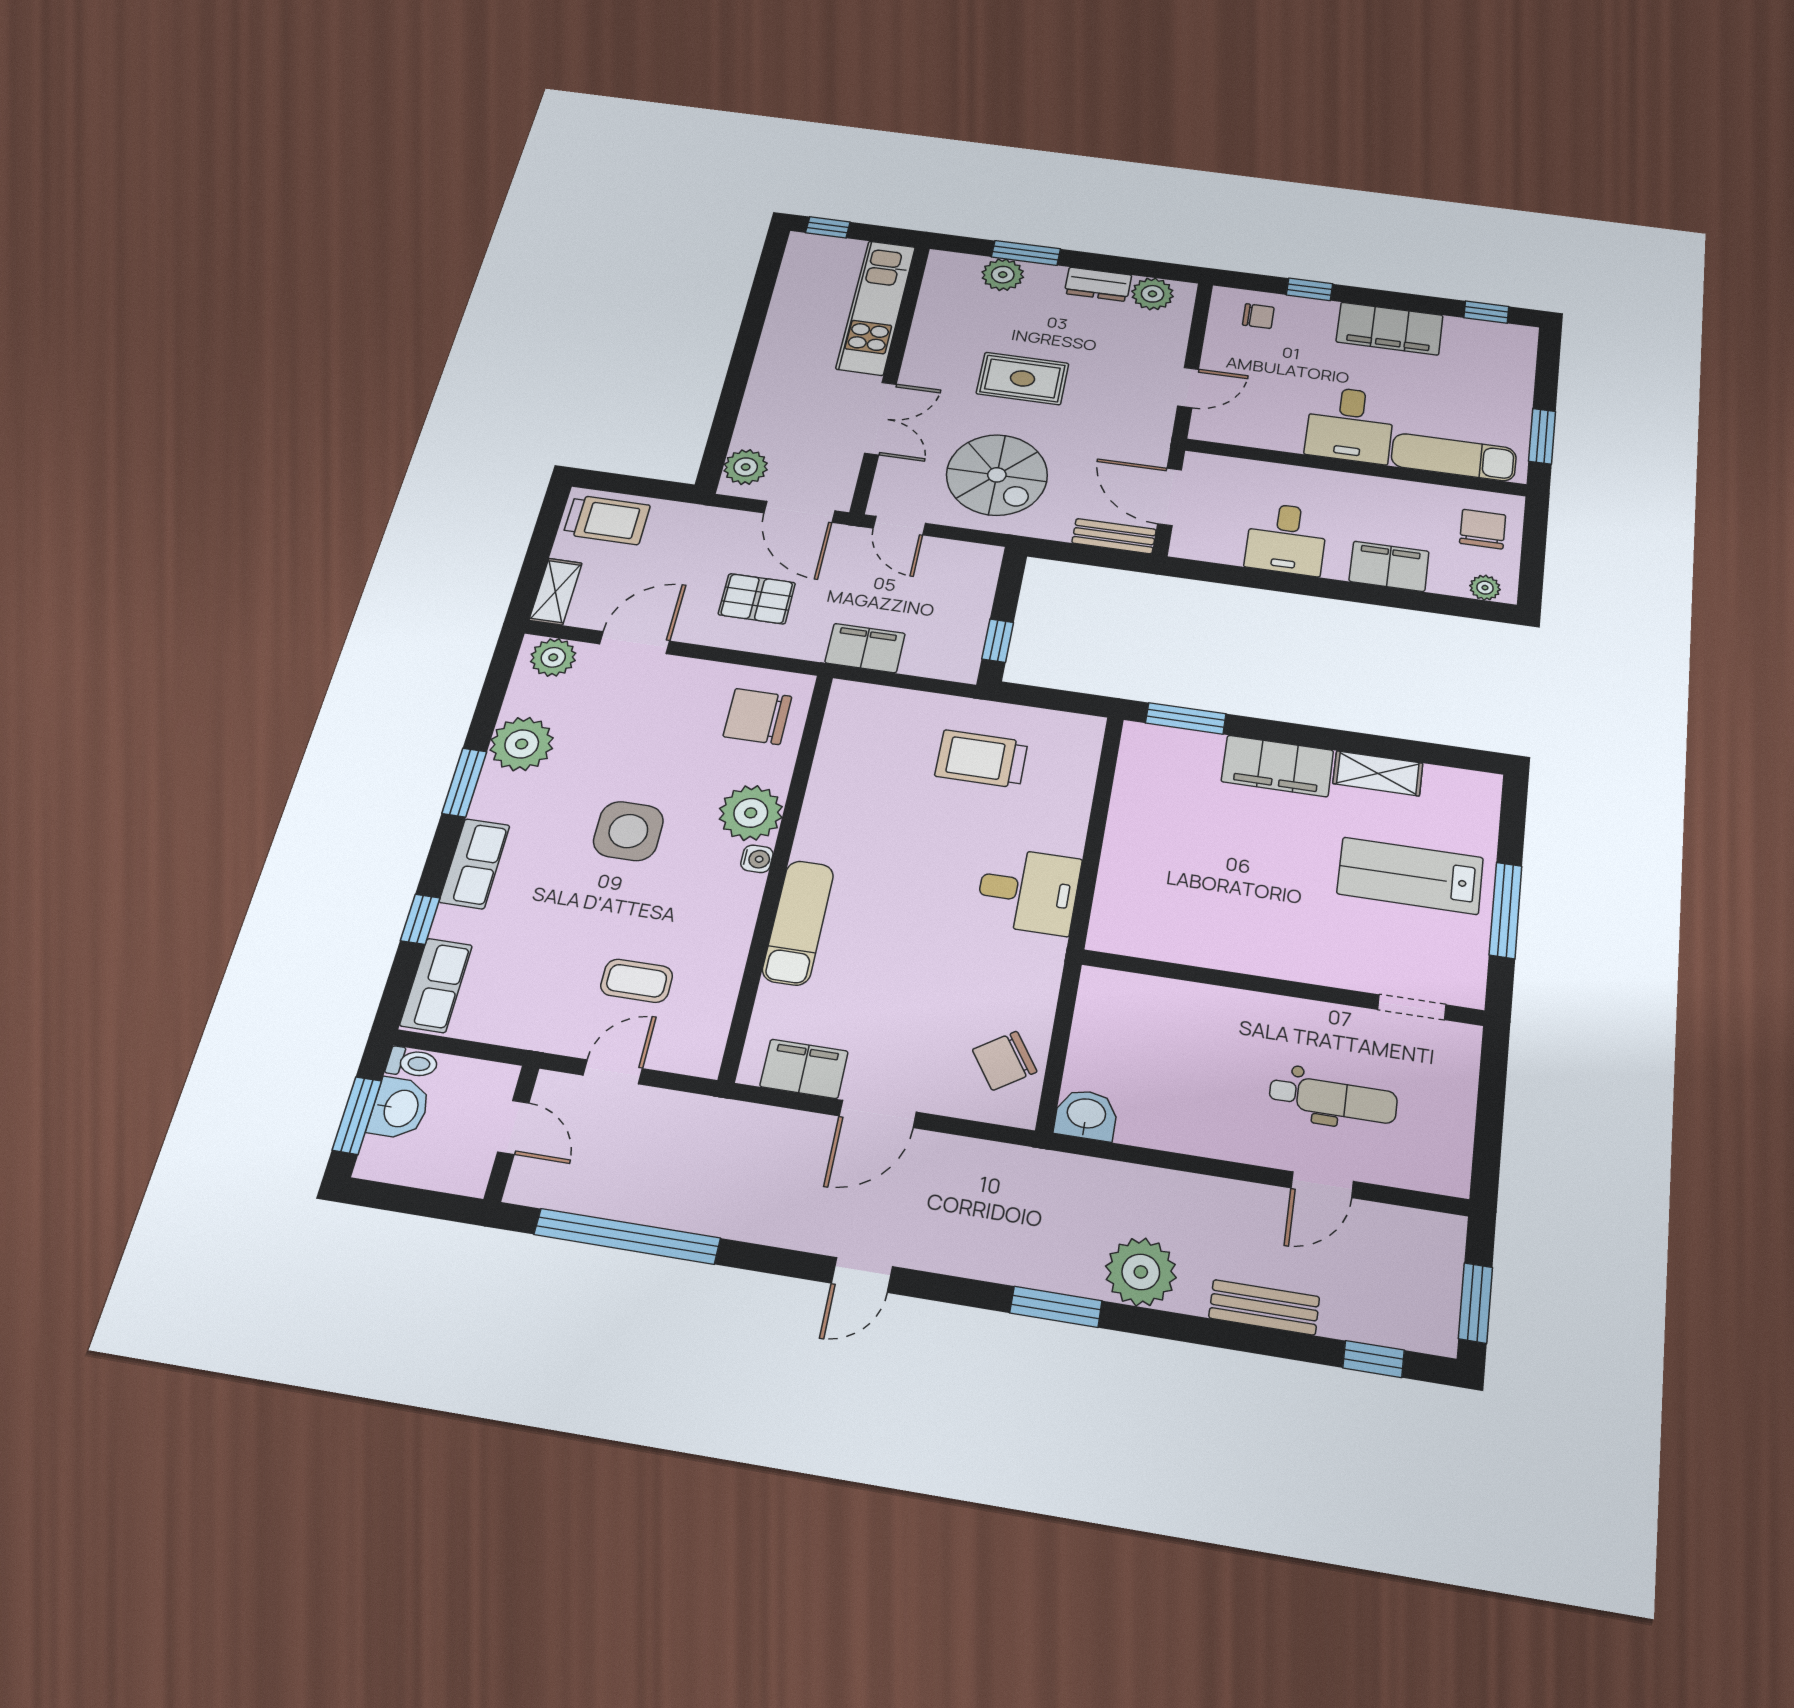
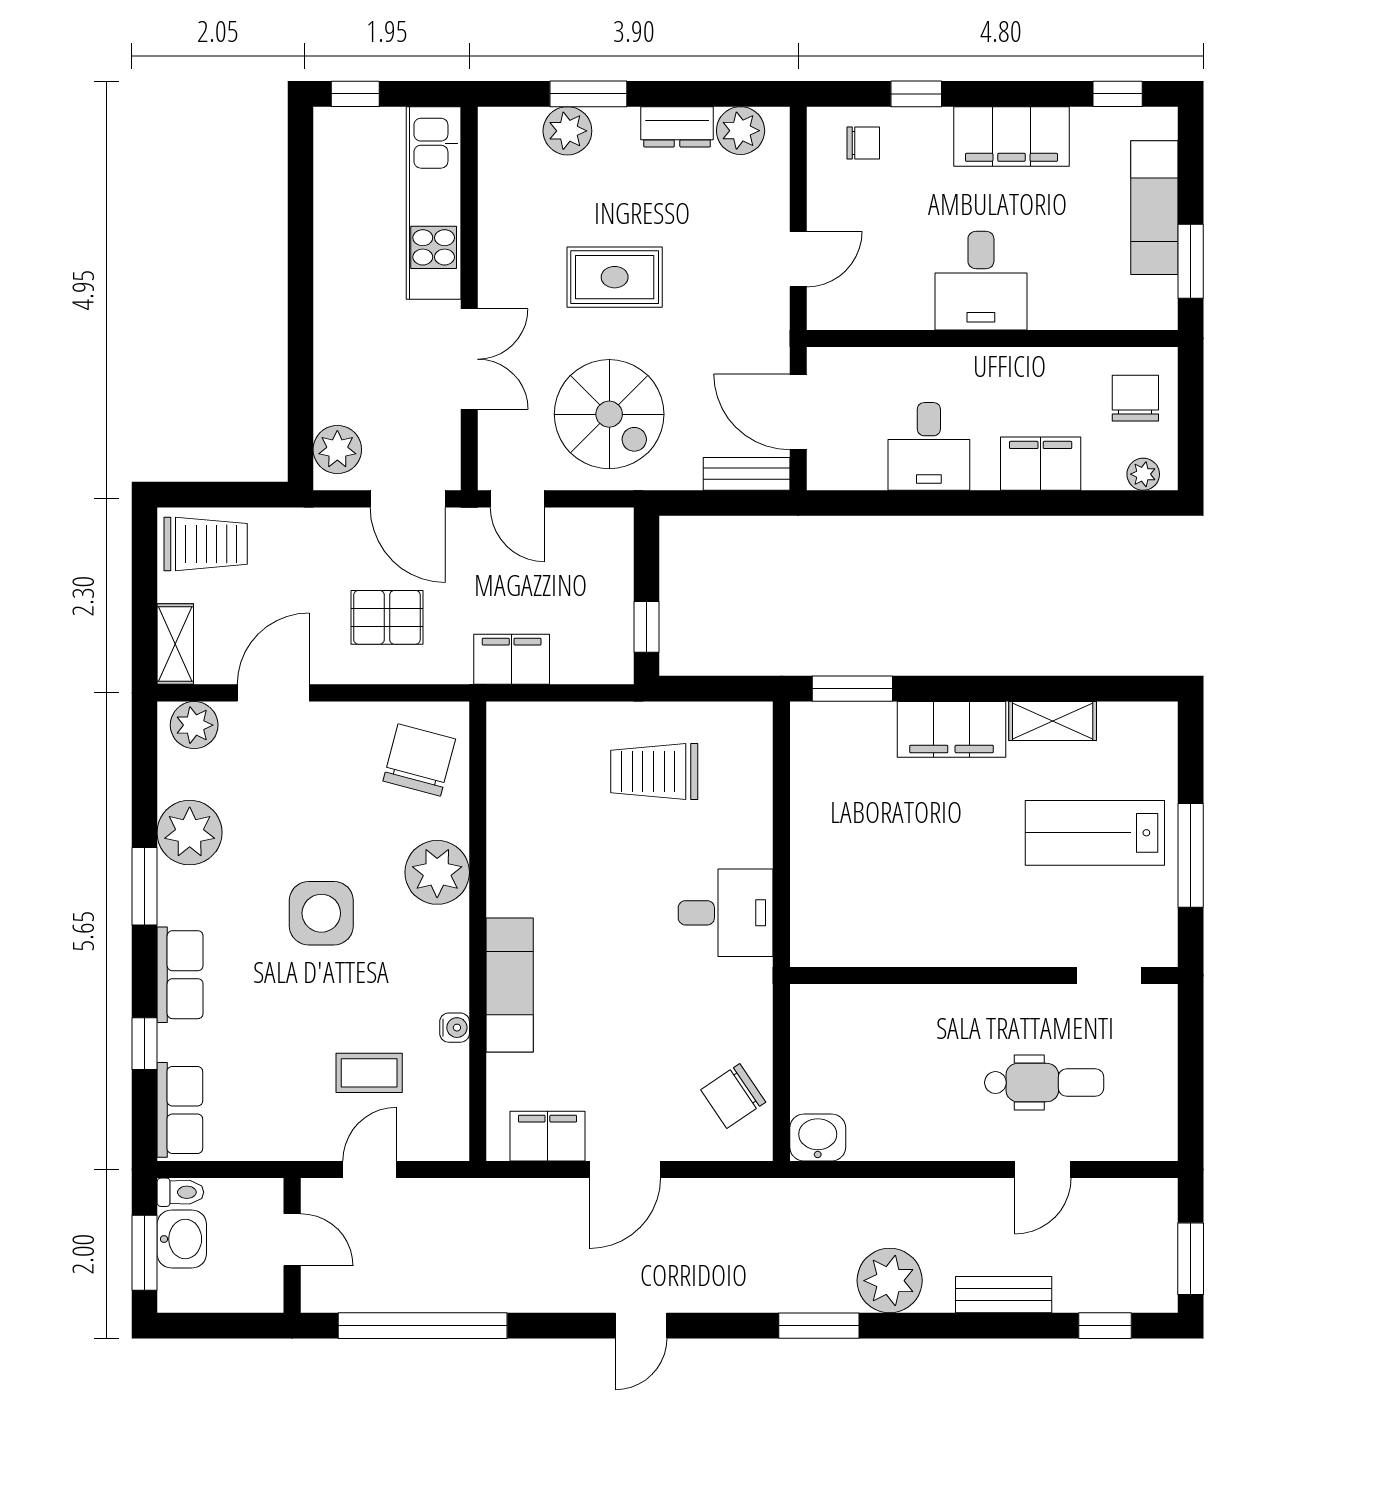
exam couch: (1454, 457) -> (1154, 208), moved, turned -90
chair: (758, 716) -> (419, 760), turned 105
water cooler: (757, 859) -> (455, 1028), moved

